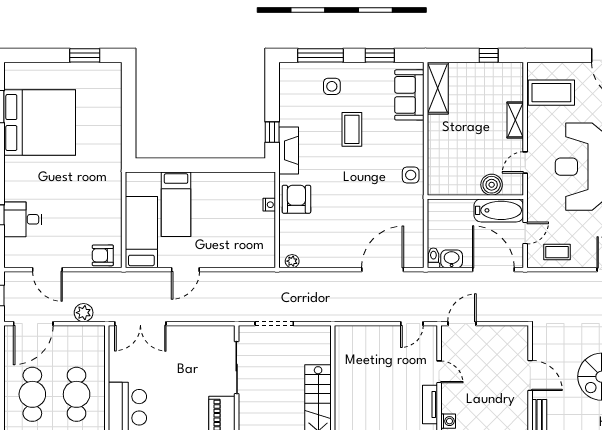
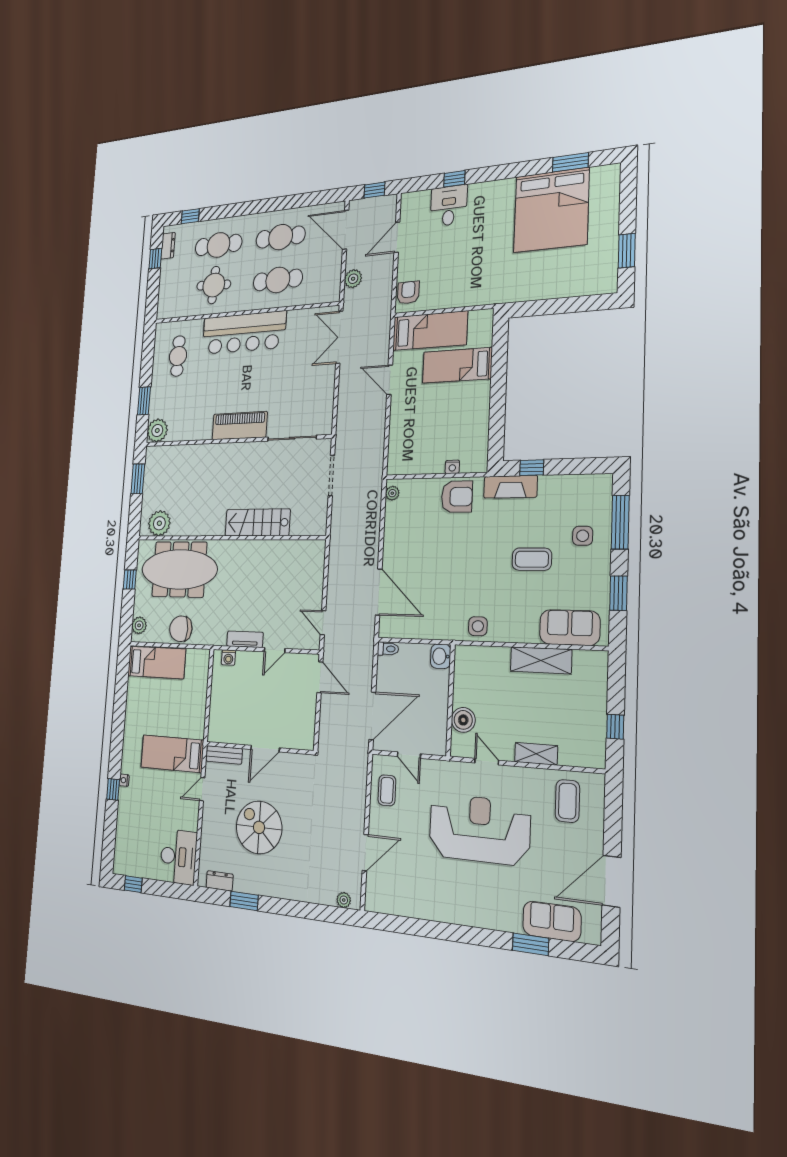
shelving: (438, 88) -> (541, 660), moved
coffee table: (551, 93) -> (567, 801), width x0.73, depth x0.76
bathtub: (499, 210) -> (435, 726), removed
washbasin: (452, 259) -> (441, 656), moved, turned 180

